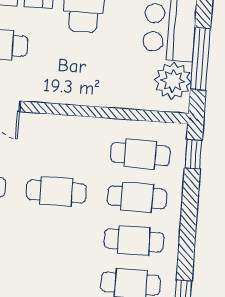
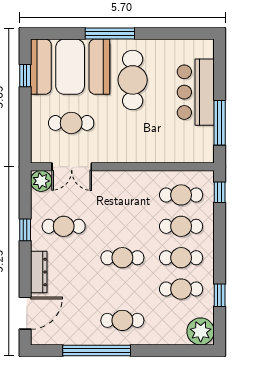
plant: (173, 81) -> (201, 140), removed
cafe table: (56, 191) -> (122, 258), moved

